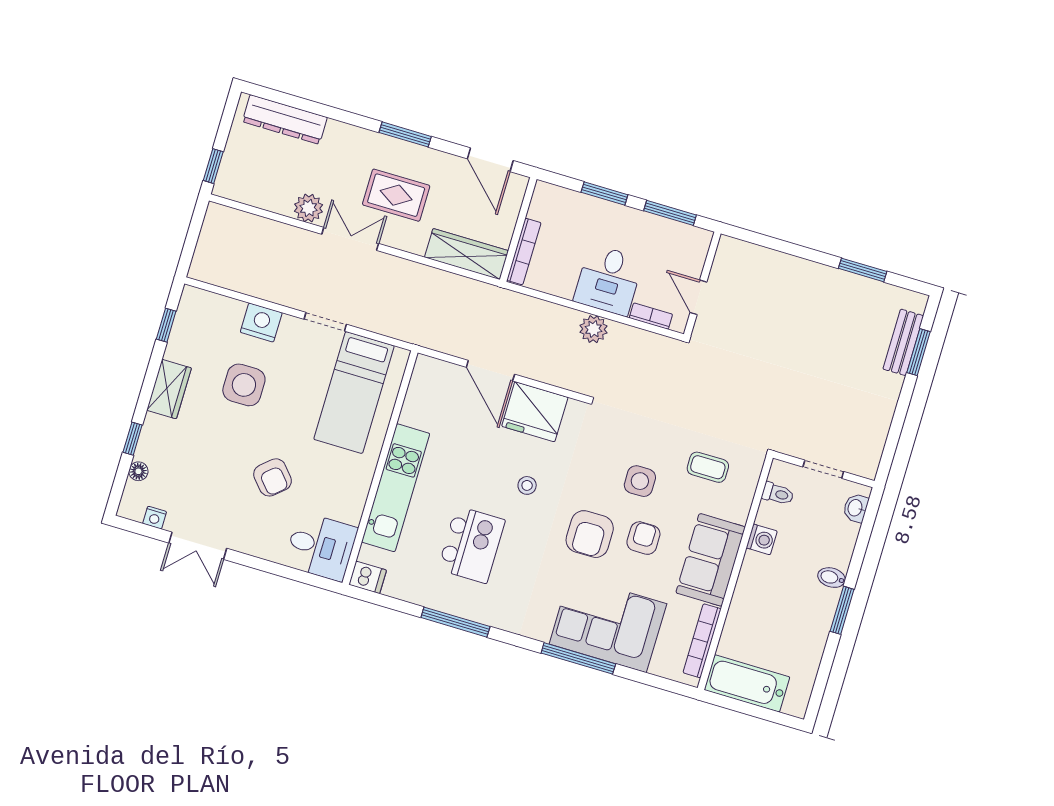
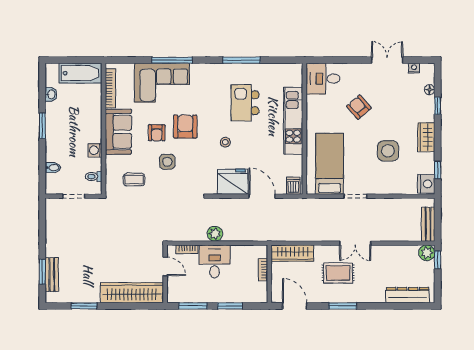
plant: (309, 208) -> (427, 253), moved
bench: (211, 234) -> (428, 224), added
bookcase: (524, 251) -> (263, 270), width x0.64
wardrobe: (771, 268) -> (132, 293), added
nightstand: (261, 322) -> (426, 184), moved, turned -90
washbasin: (856, 508) -> (51, 94), moved
dishwasher: (368, 577) -> (293, 186), moved, turned 90
bidet: (832, 578) -> (53, 168), moved

